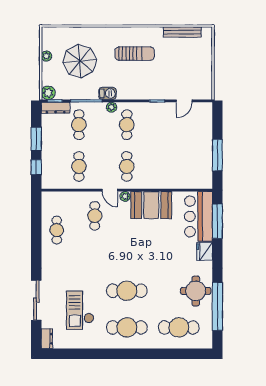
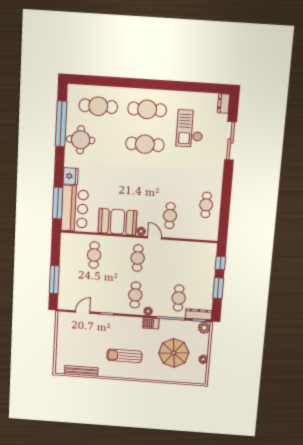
window: (217, 155) -> (54, 280), moved
cafe table: (79, 166) -> (94, 255), moved
checkout: (80, 310) -> (190, 129), turned 180

